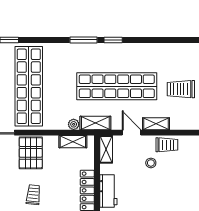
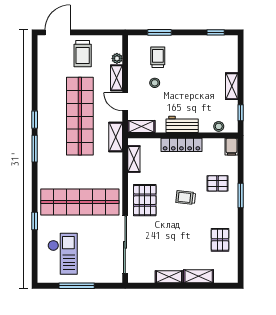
plant: (74, 124) -> (117, 58), moved
door: (132, 133) -> (125, 102), hinge flipped
trolley: (167, 145) -> (158, 57), moved
pallet: (31, 153) -> (145, 200), turned 90

